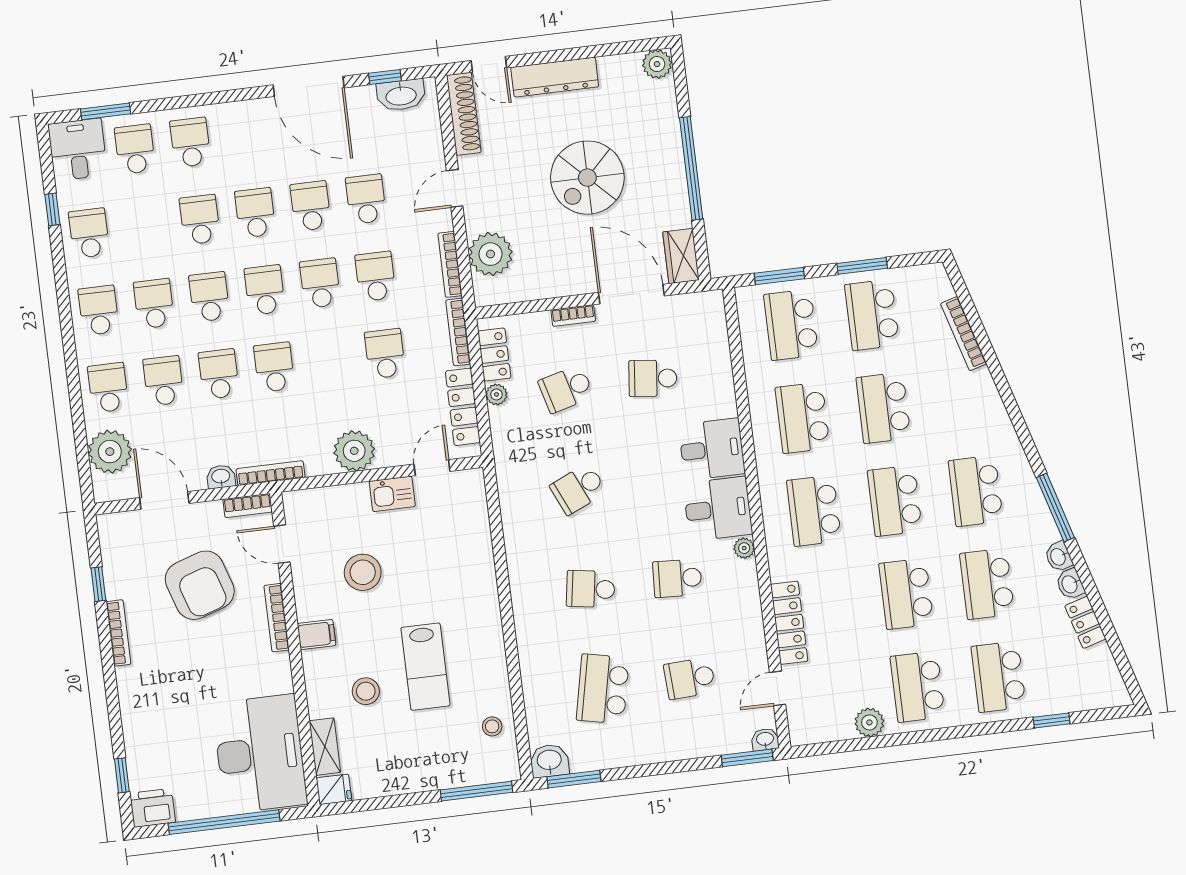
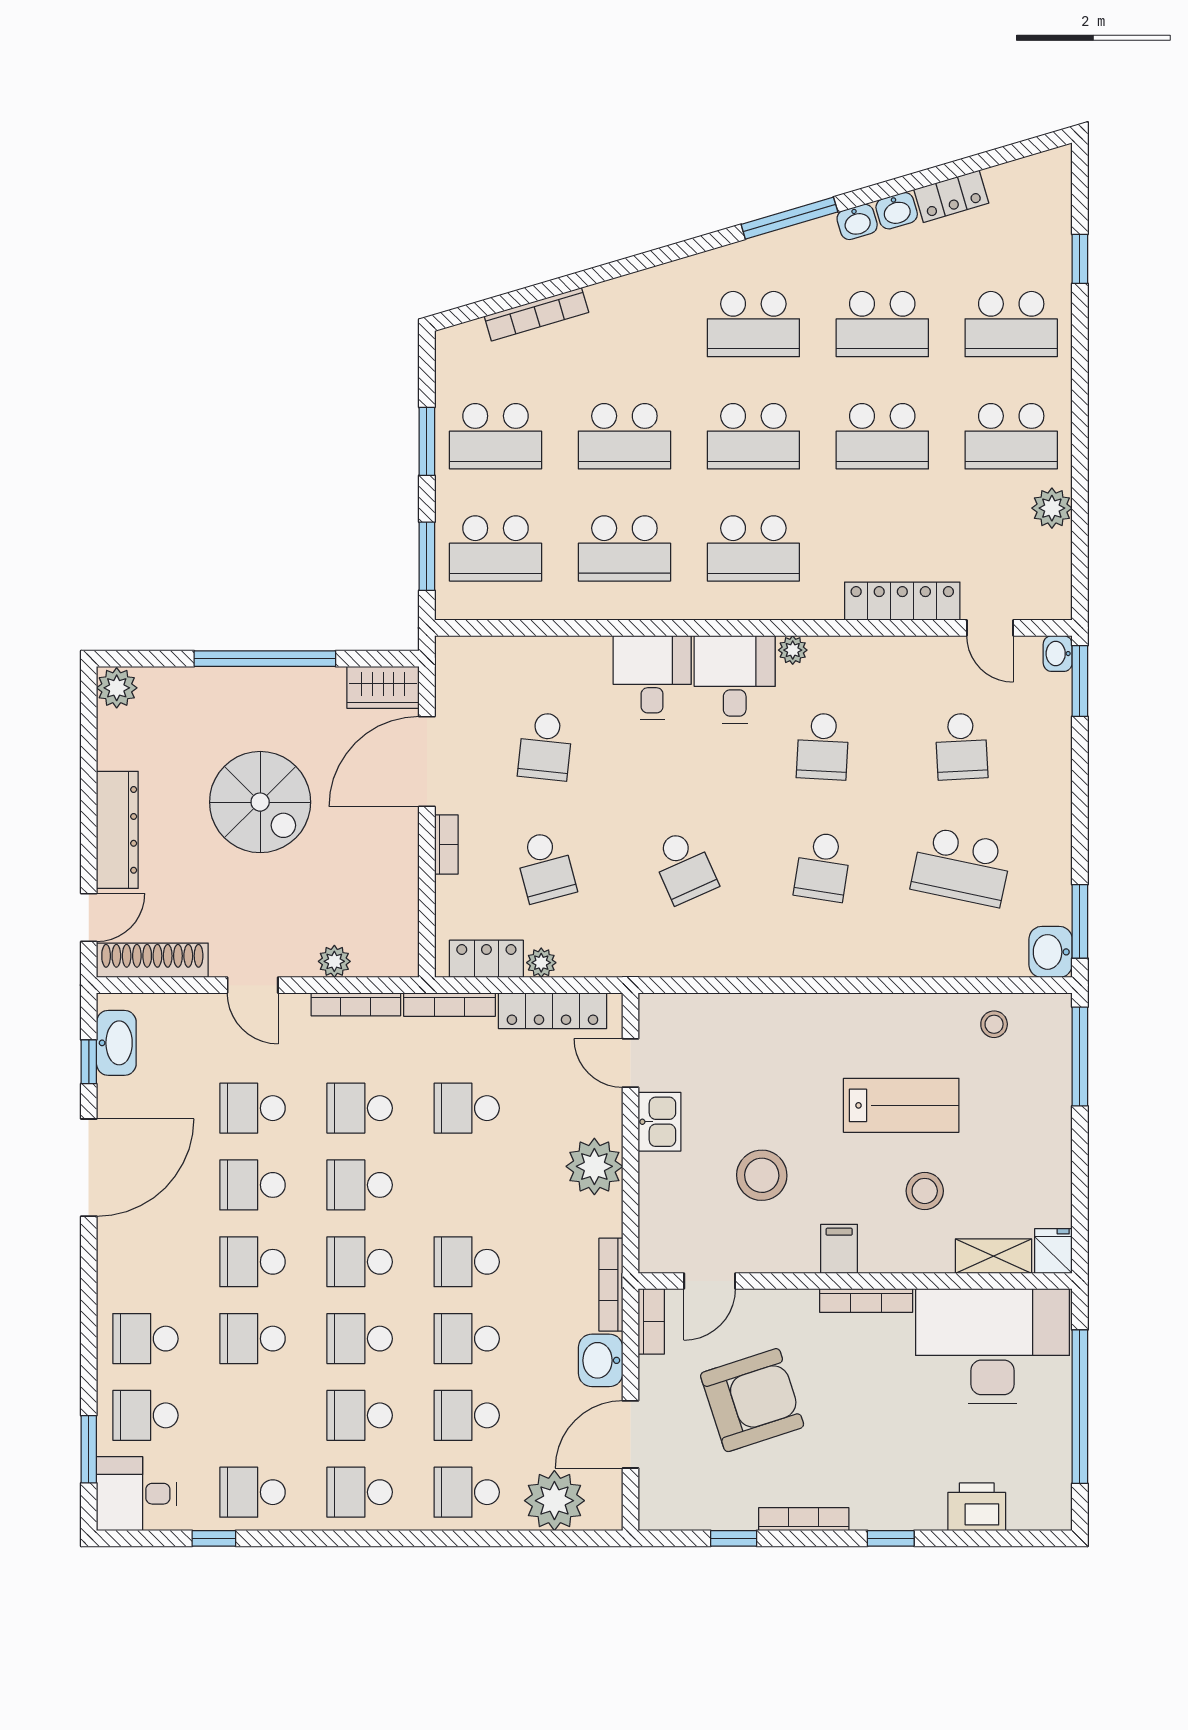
plant: (491, 254) -> (334, 961), width x0.53, depth x0.53
washbasin: (221, 477) -> (601, 1360), width x1.38, depth x1.45
bookcase: (277, 618) -> (866, 1301), moved
window: (122, 775) -> (891, 1538), moved
printer: (153, 808) -> (977, 1507), moved, turned 90

